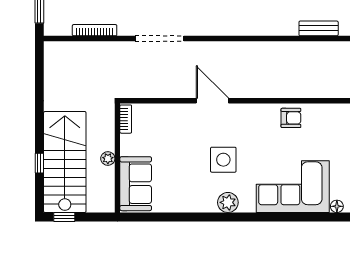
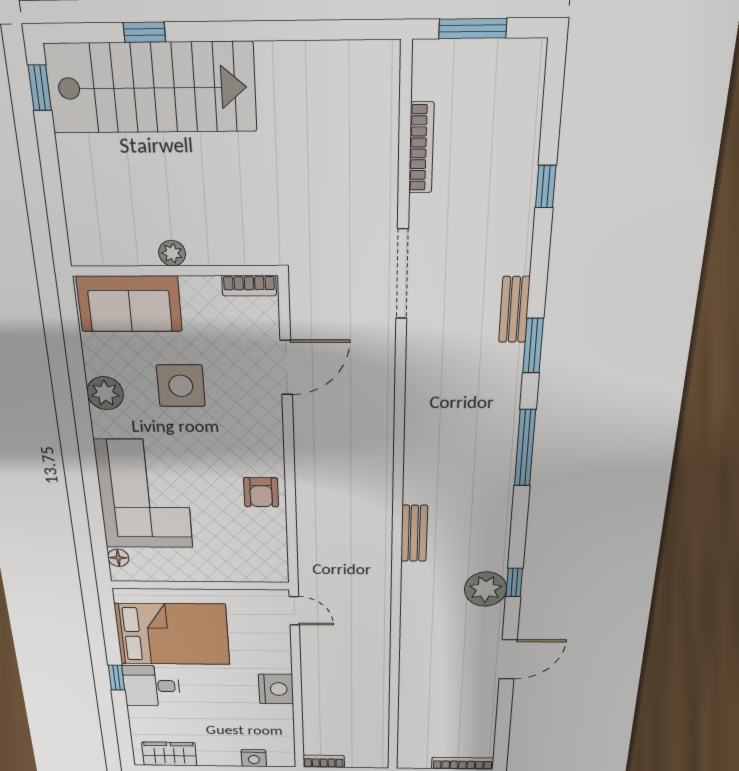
bookcase: (126, 119) -> (249, 286), moved
wall: (117, 158) -> (174, 271), moved
plant: (108, 159) -> (172, 253), moved
sofa: (136, 184) -> (129, 304), moved

